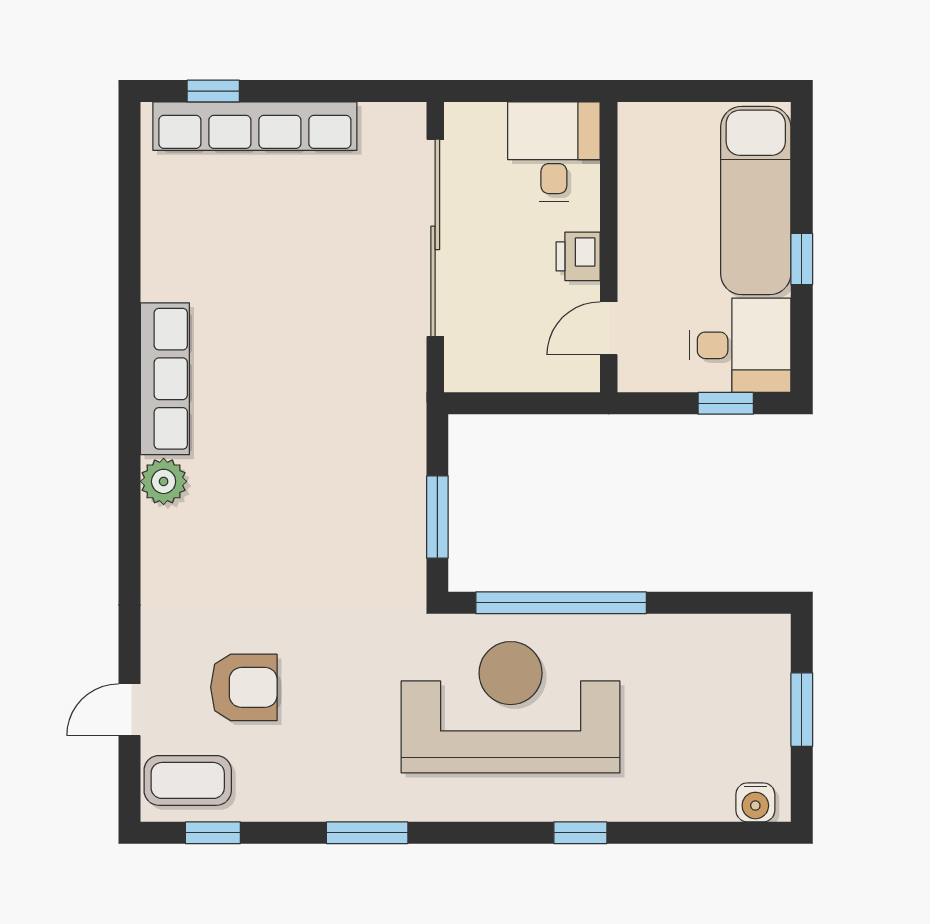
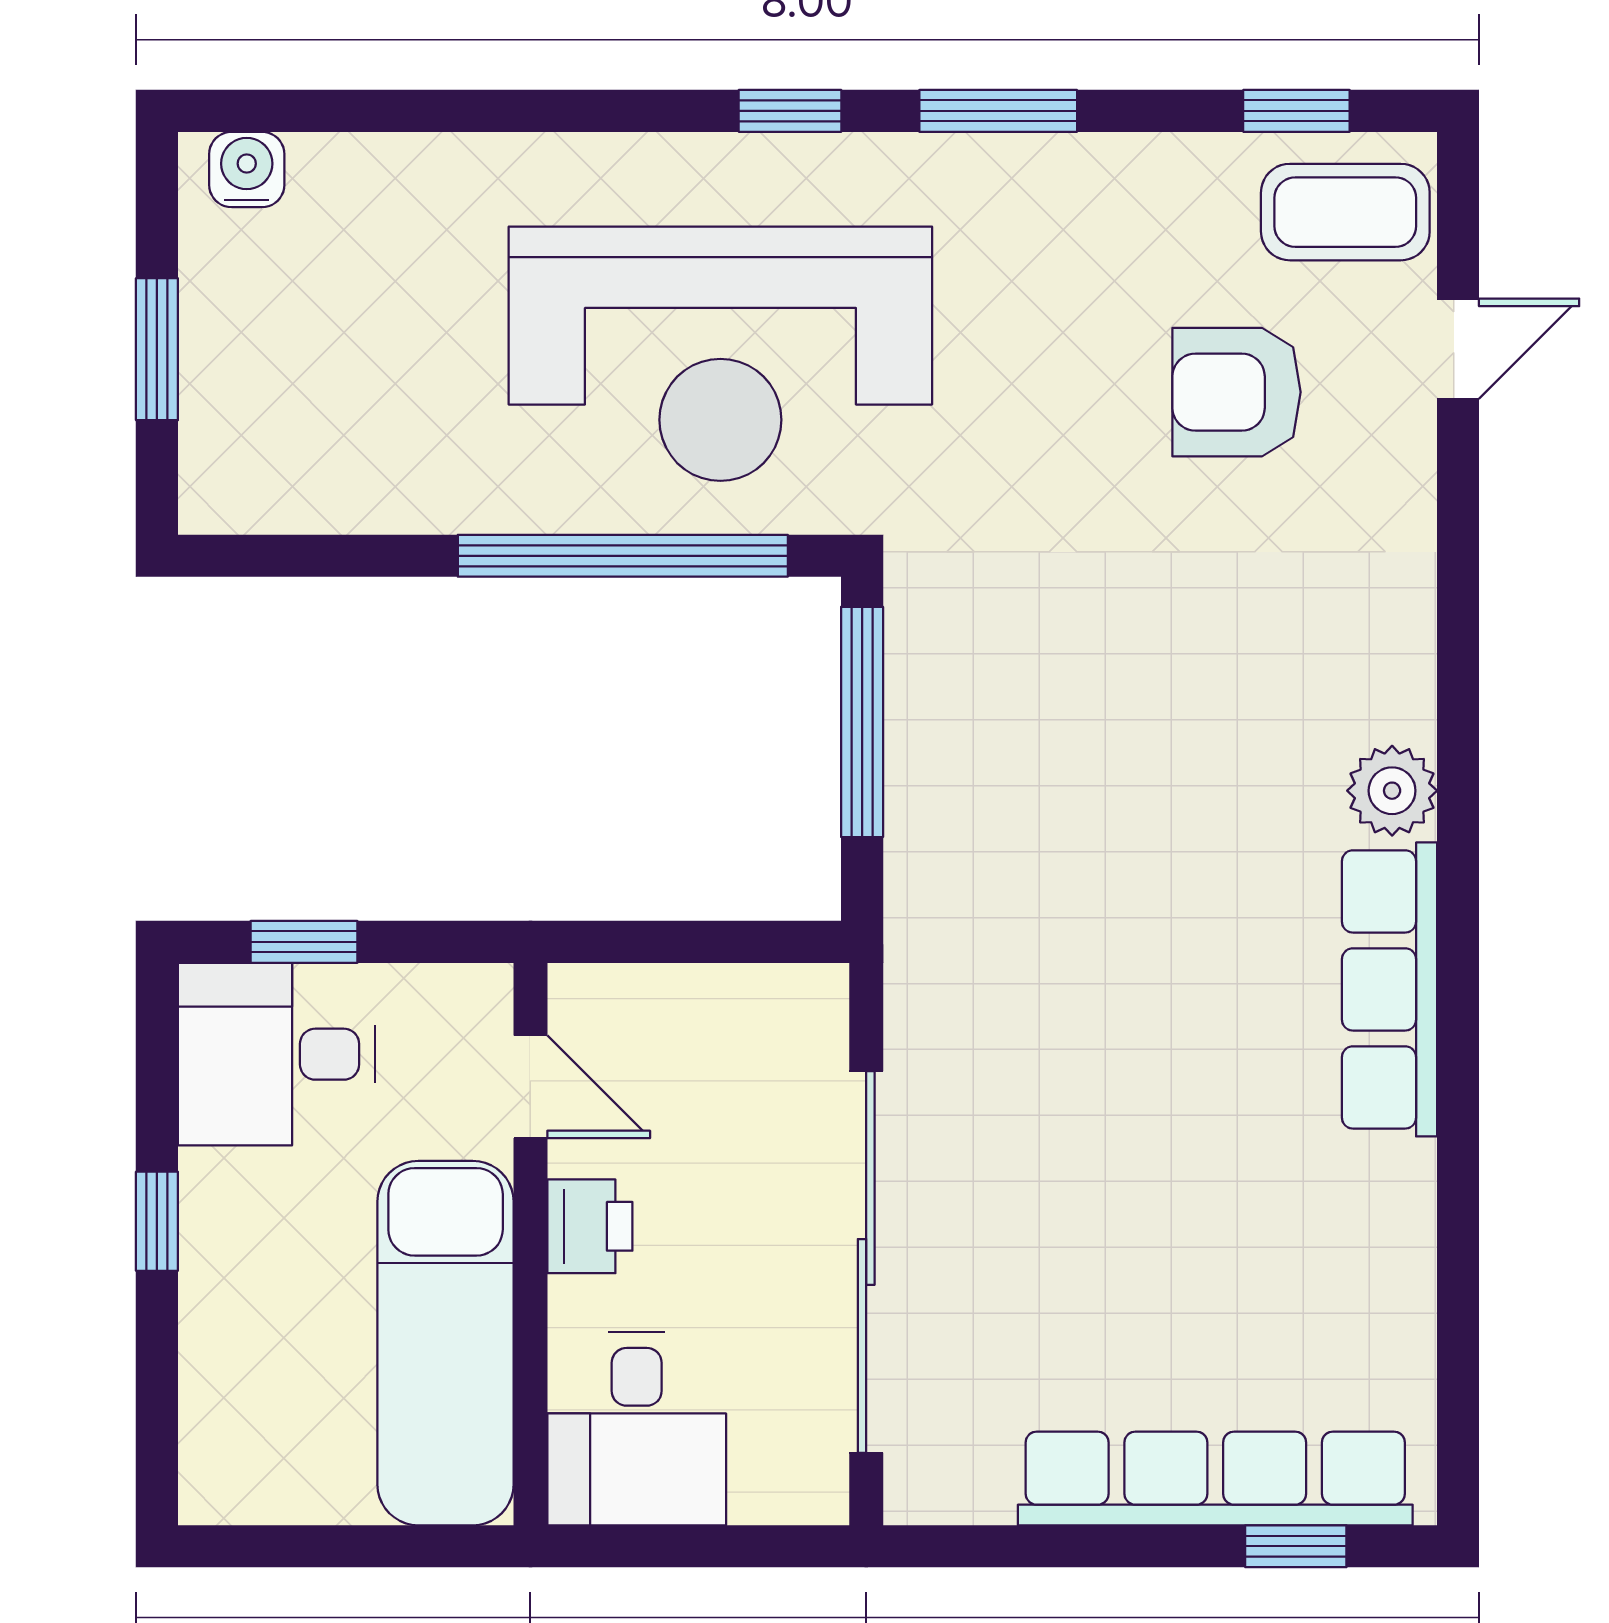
exam couch: (756, 200) -> (446, 1343), moved, turned 180
door: (609, 328) -> (530, 1087), hinge flipped
window: (437, 517) -> (862, 722), width x1.44
window: (580, 833) -> (790, 111), moved

